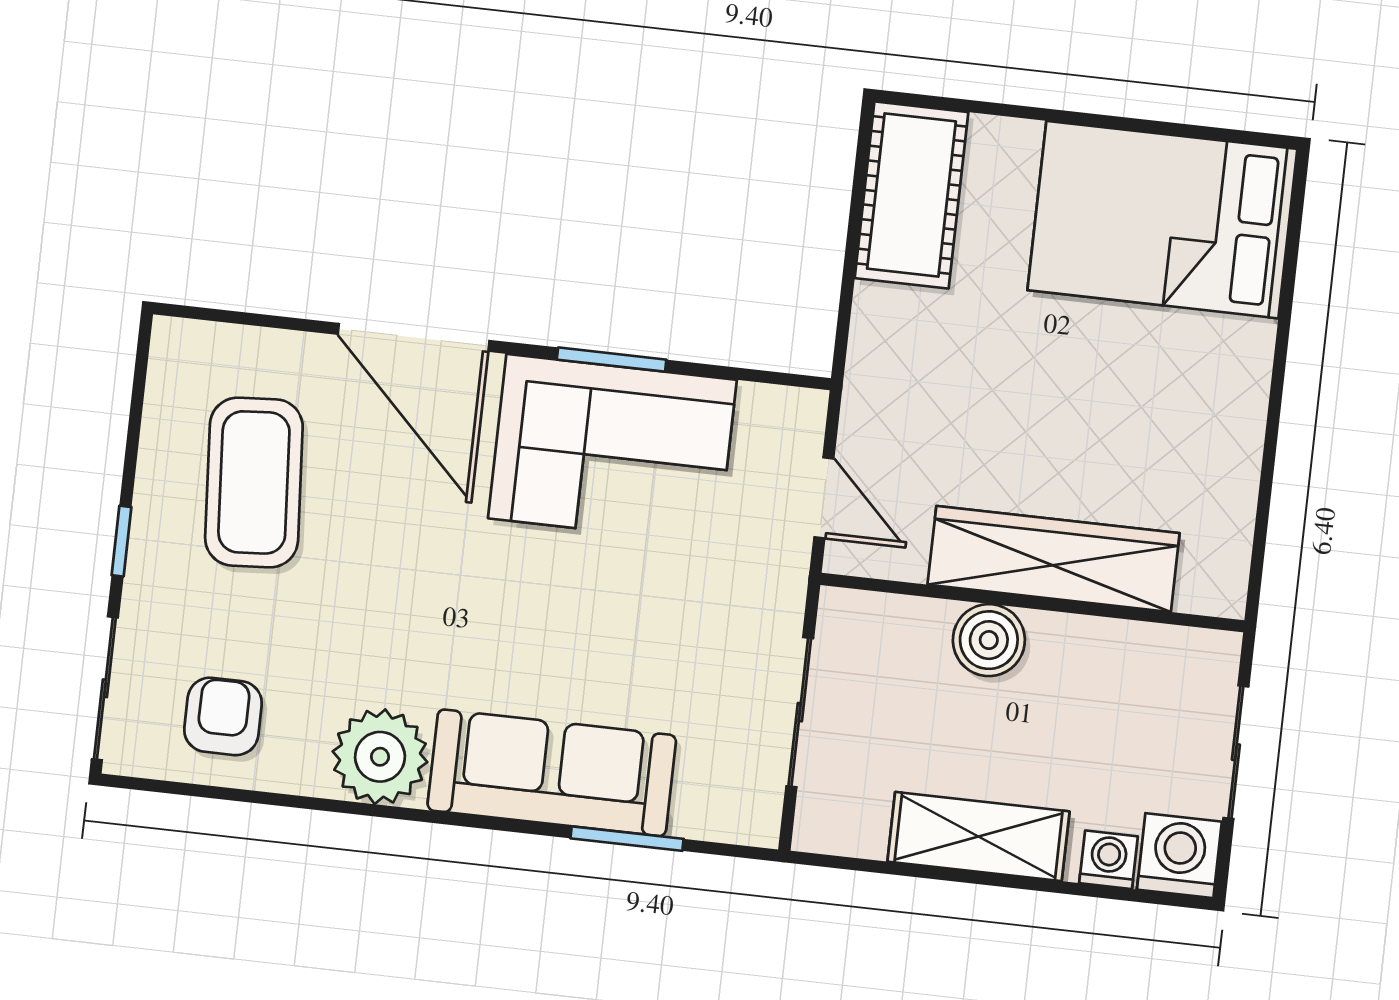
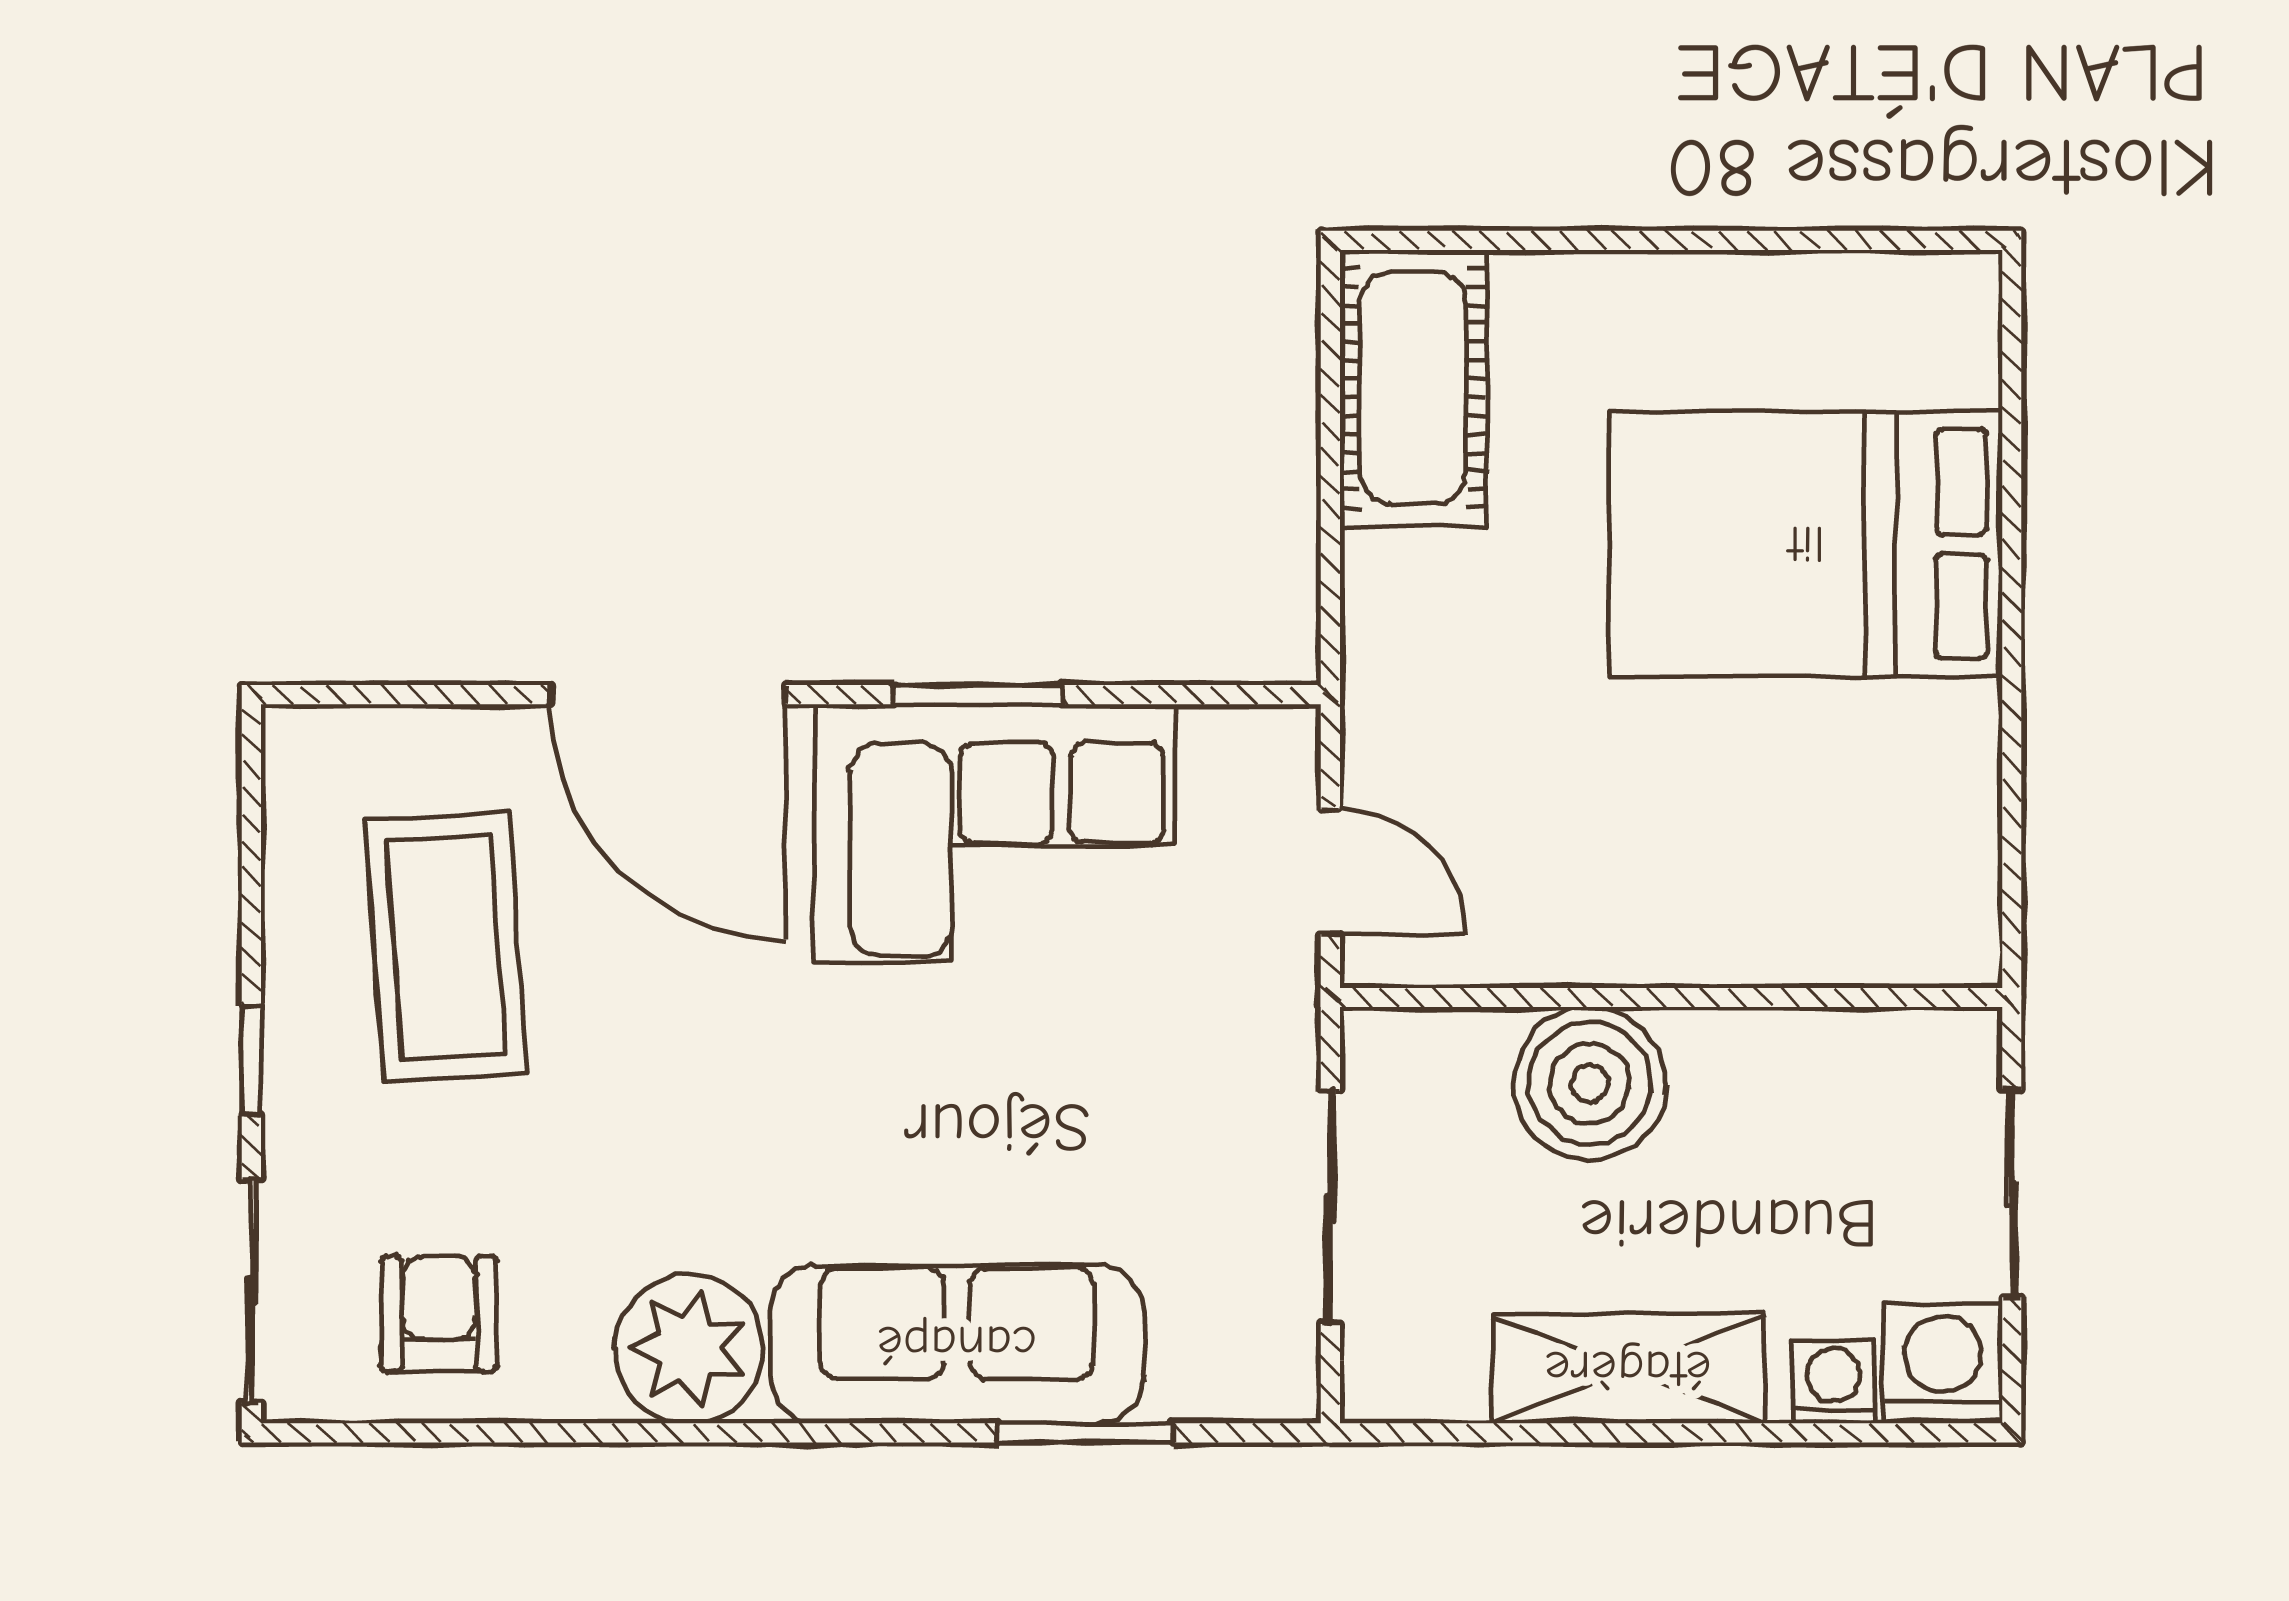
bed: (1162, 220) -> (1806, 544), moved
wardrobe: (1054, 559) -> (1696, 926), removed
boiler: (989, 640) -> (1590, 1084), width x1.37, depth x1.37

